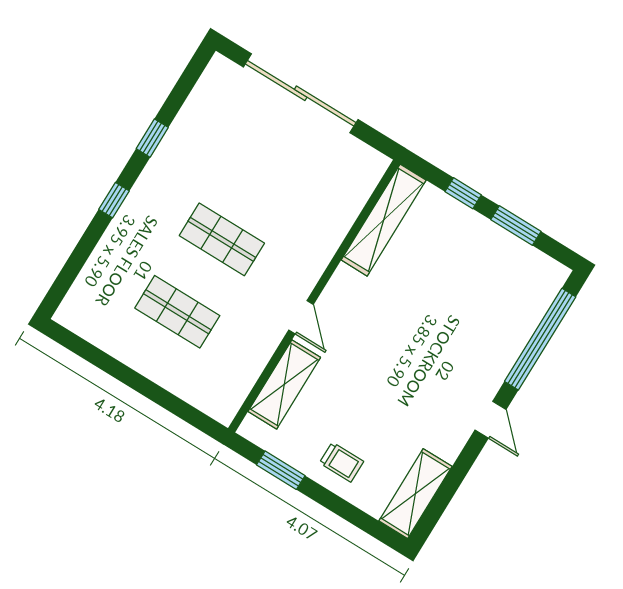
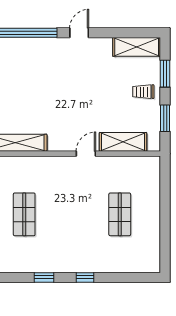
shop shelf: (222, 239) -> (24, 214), moved
trolley: (341, 462) -> (143, 92), turned -90
window: (349, 512) -> (165, 74), added

